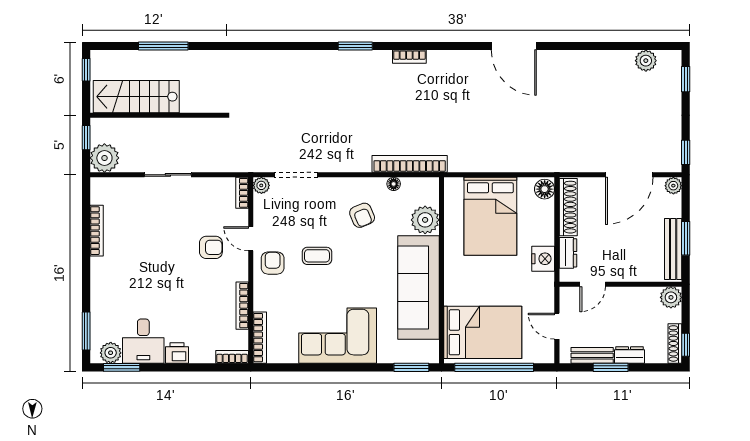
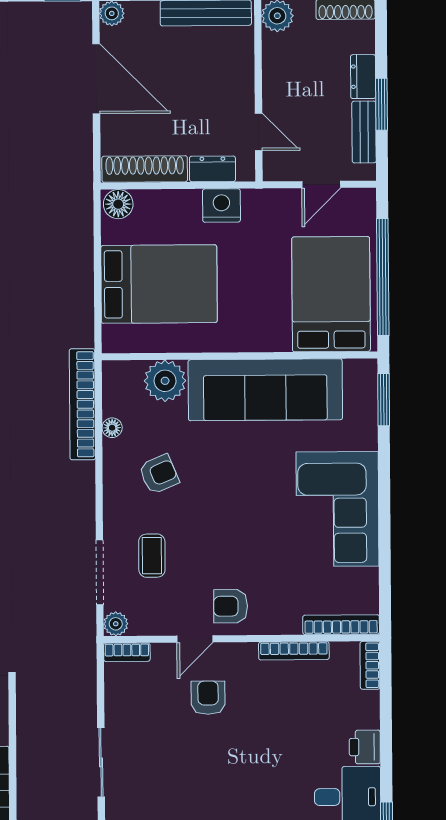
coffee table: (317, 256) -> (152, 556), moved

